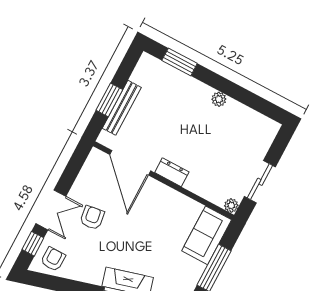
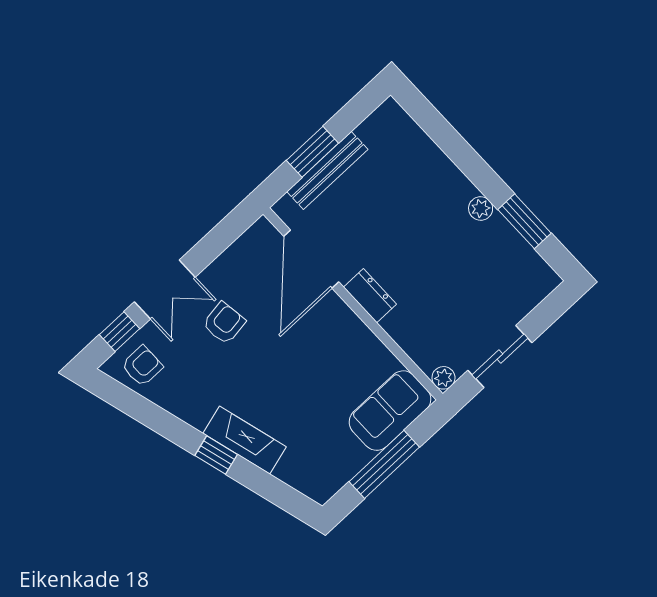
window: (180, 62) -> (524, 221), moved

